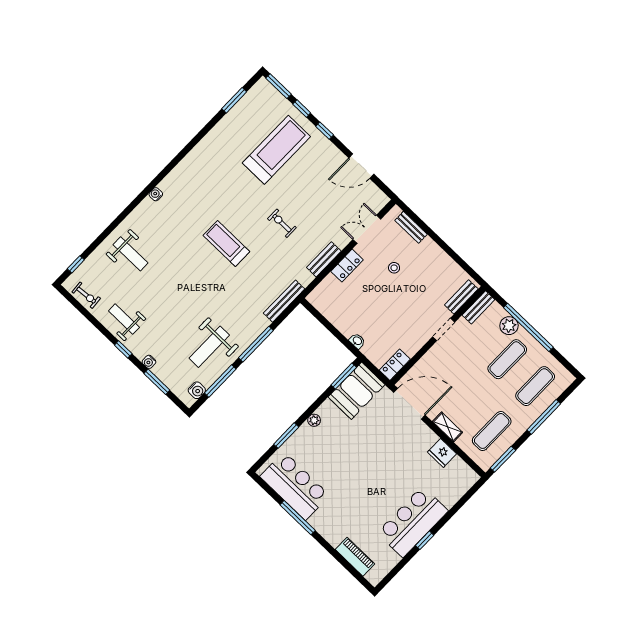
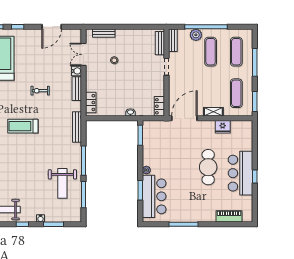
locker: (347, 266) -> (91, 103), moved
water cooler: (197, 390) -> (76, 71), moved
booth: (357, 391) -> (153, 136), removed
cafe table: (384, 482) -> (208, 167), added
bar counter: (295, 486) -> (154, 196), moved, turned 90

